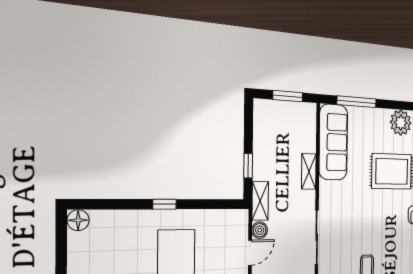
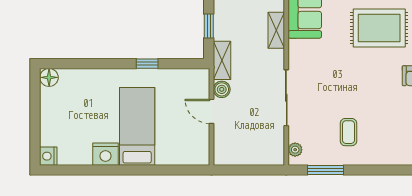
window: (165, 204) -> (147, 64), moved
door: (250, 253) -> (212, 111), swing flipped

